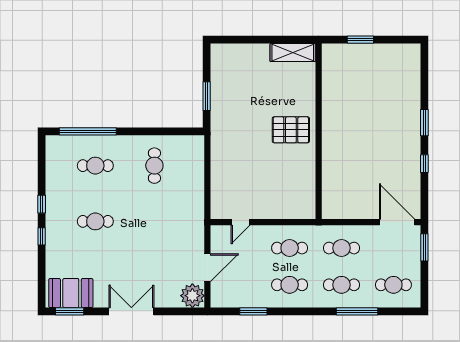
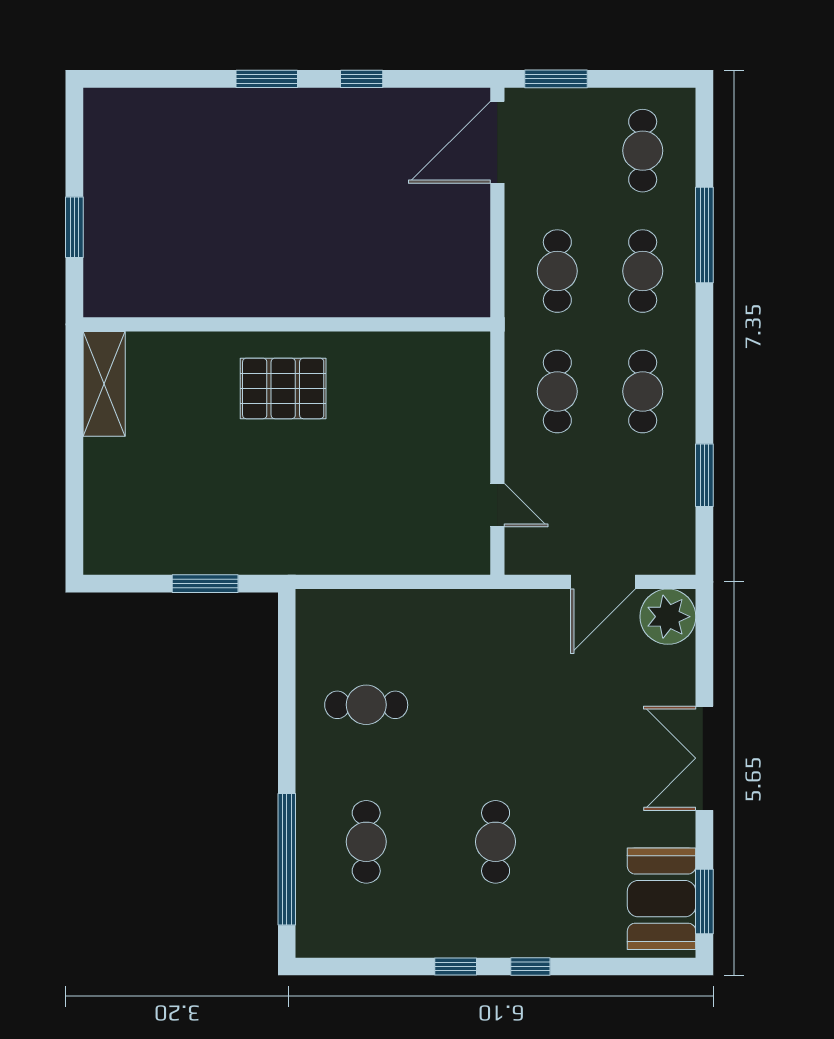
pallet: (291, 130) -> (283, 388), turned 90
door: (207, 268) -> (603, 582), swing flipped

